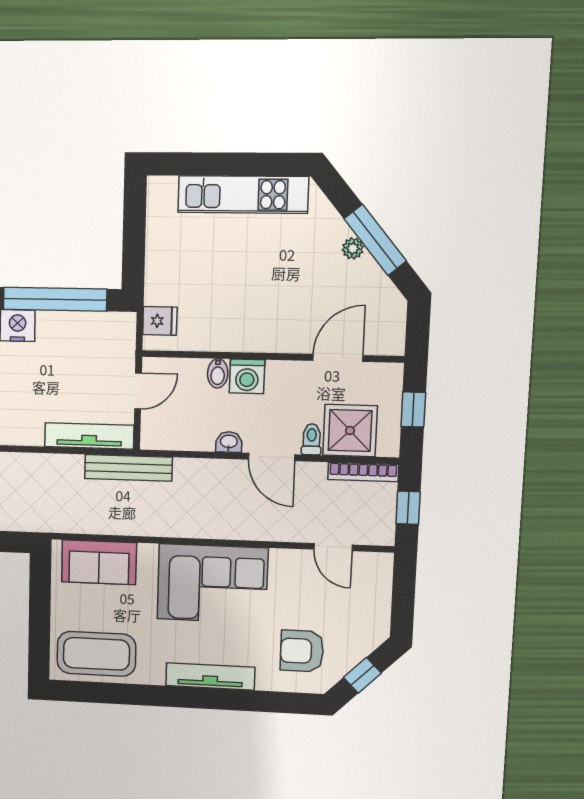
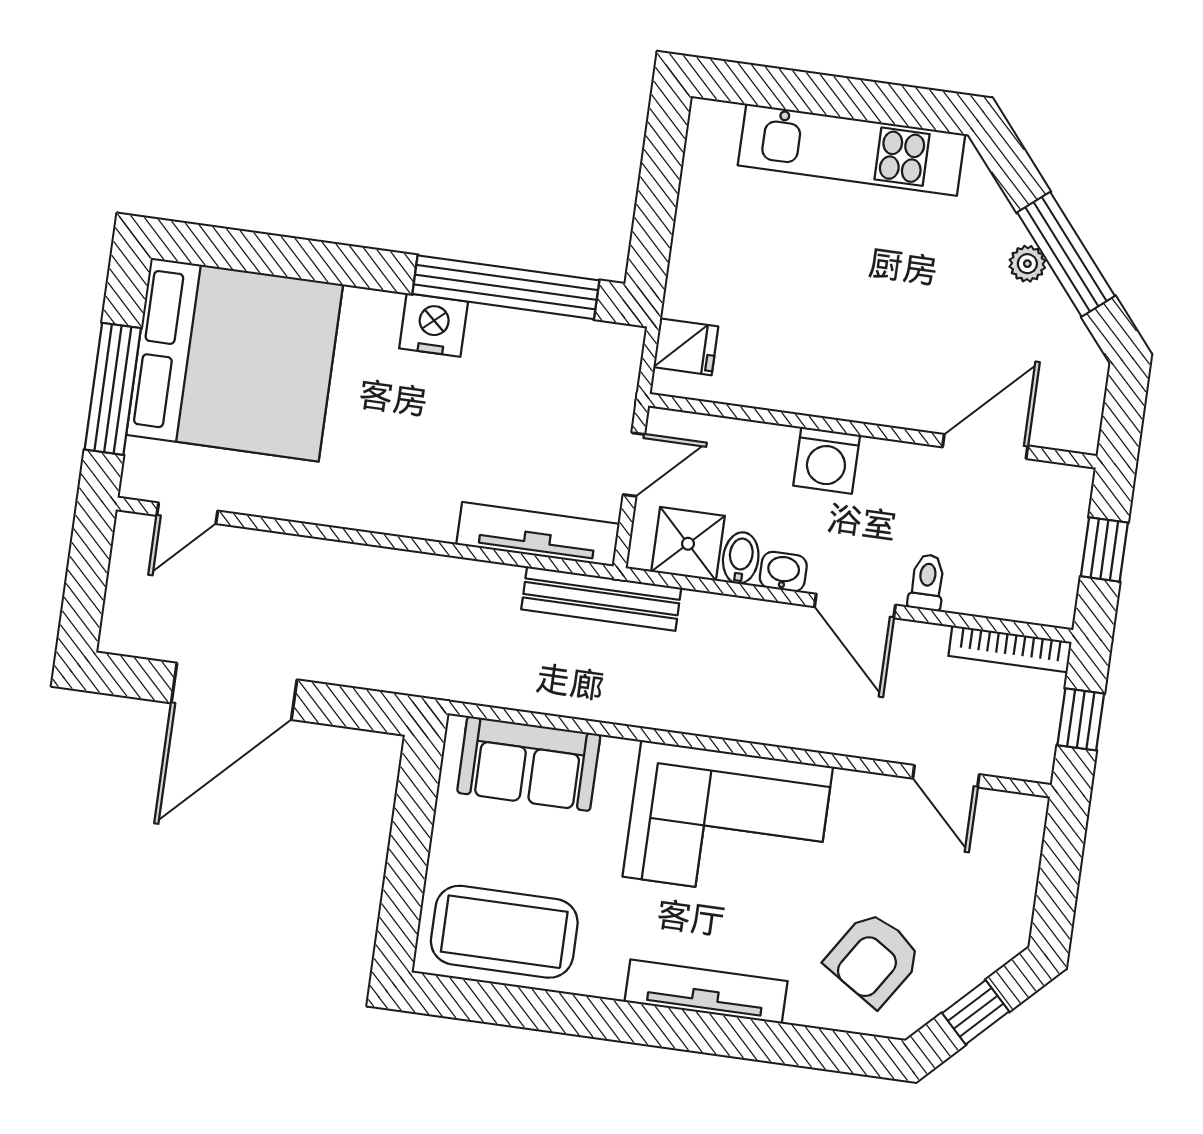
bidet: (218, 373) -> (741, 558), moved, turned 180
shower: (350, 431) -> (688, 544), moved, width x0.73, depth x0.73
armchair: (302, 651) -> (874, 959), turned -57

